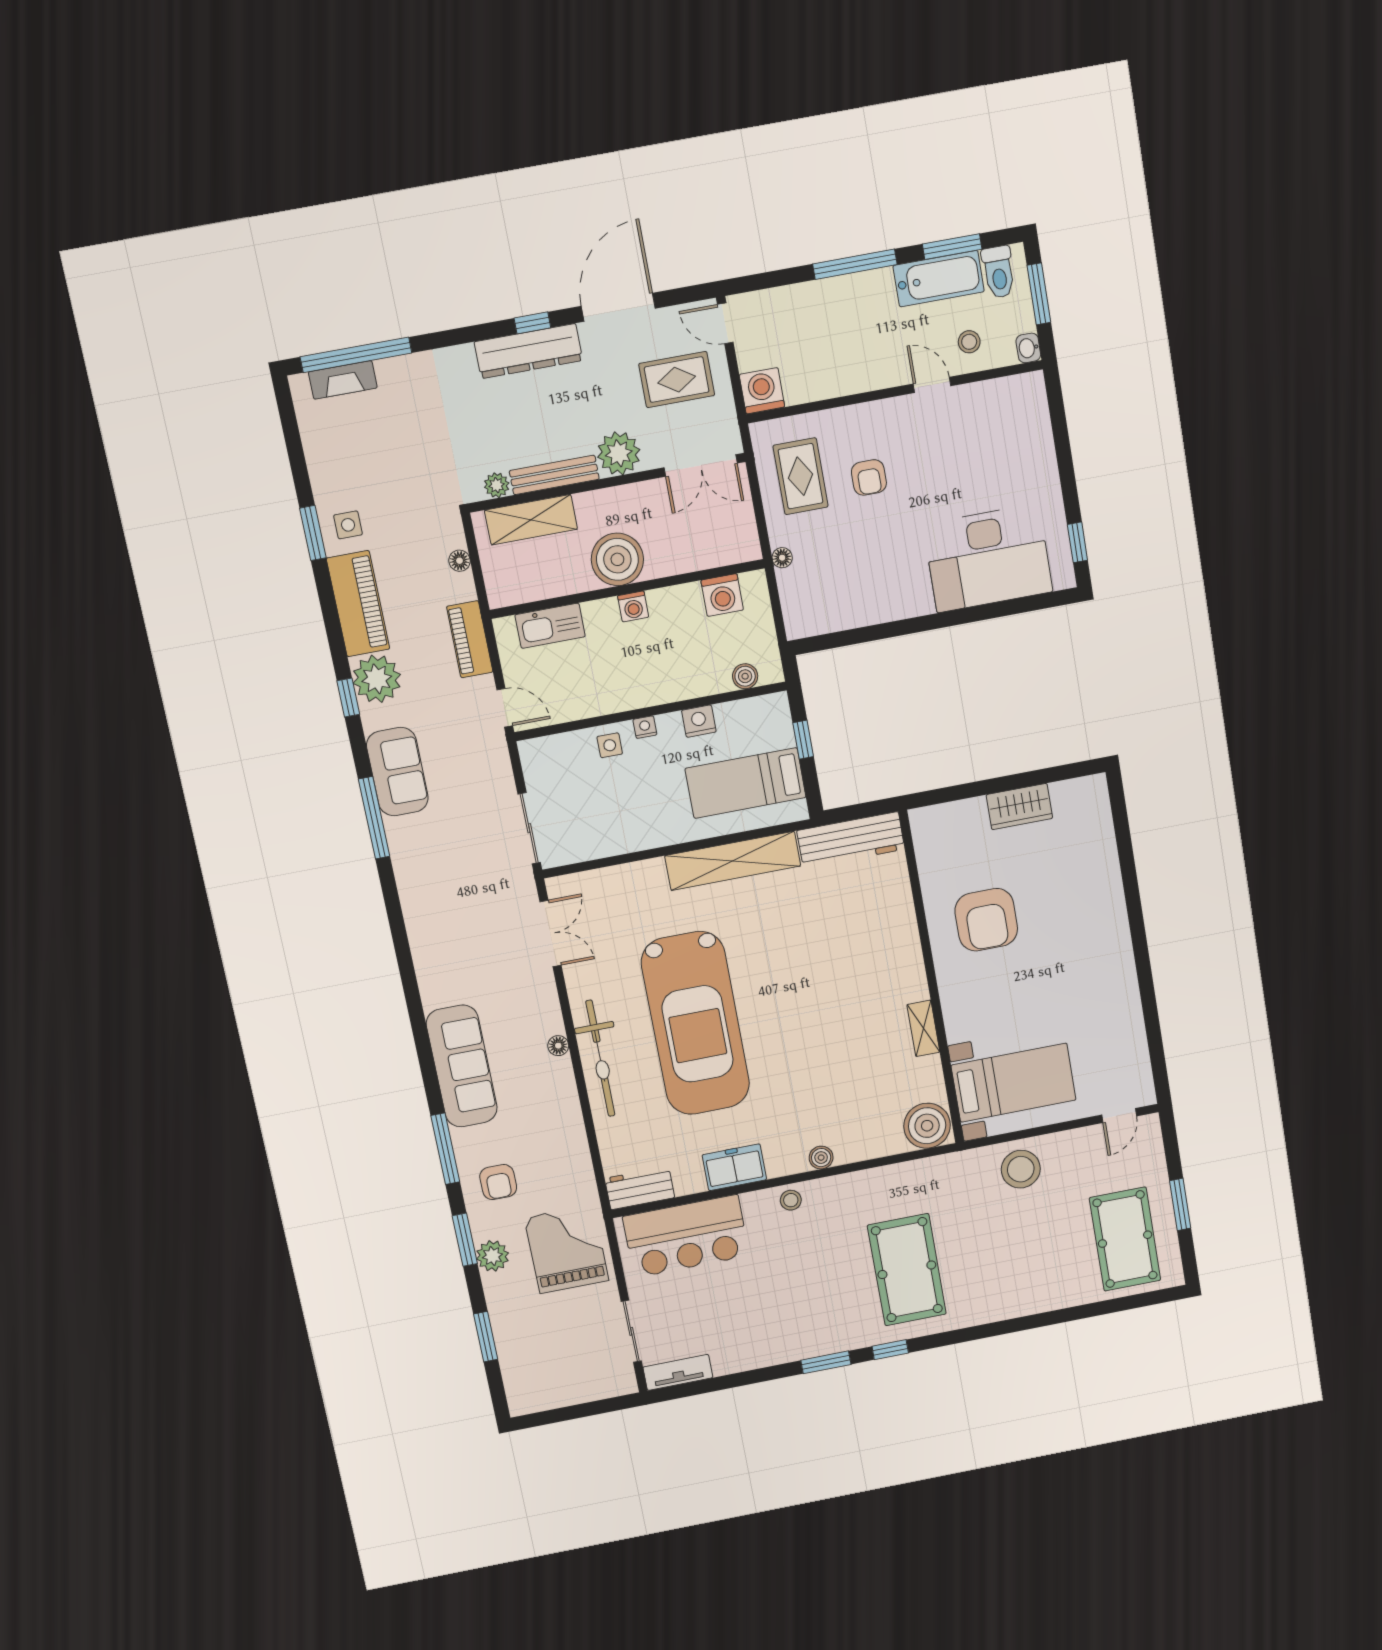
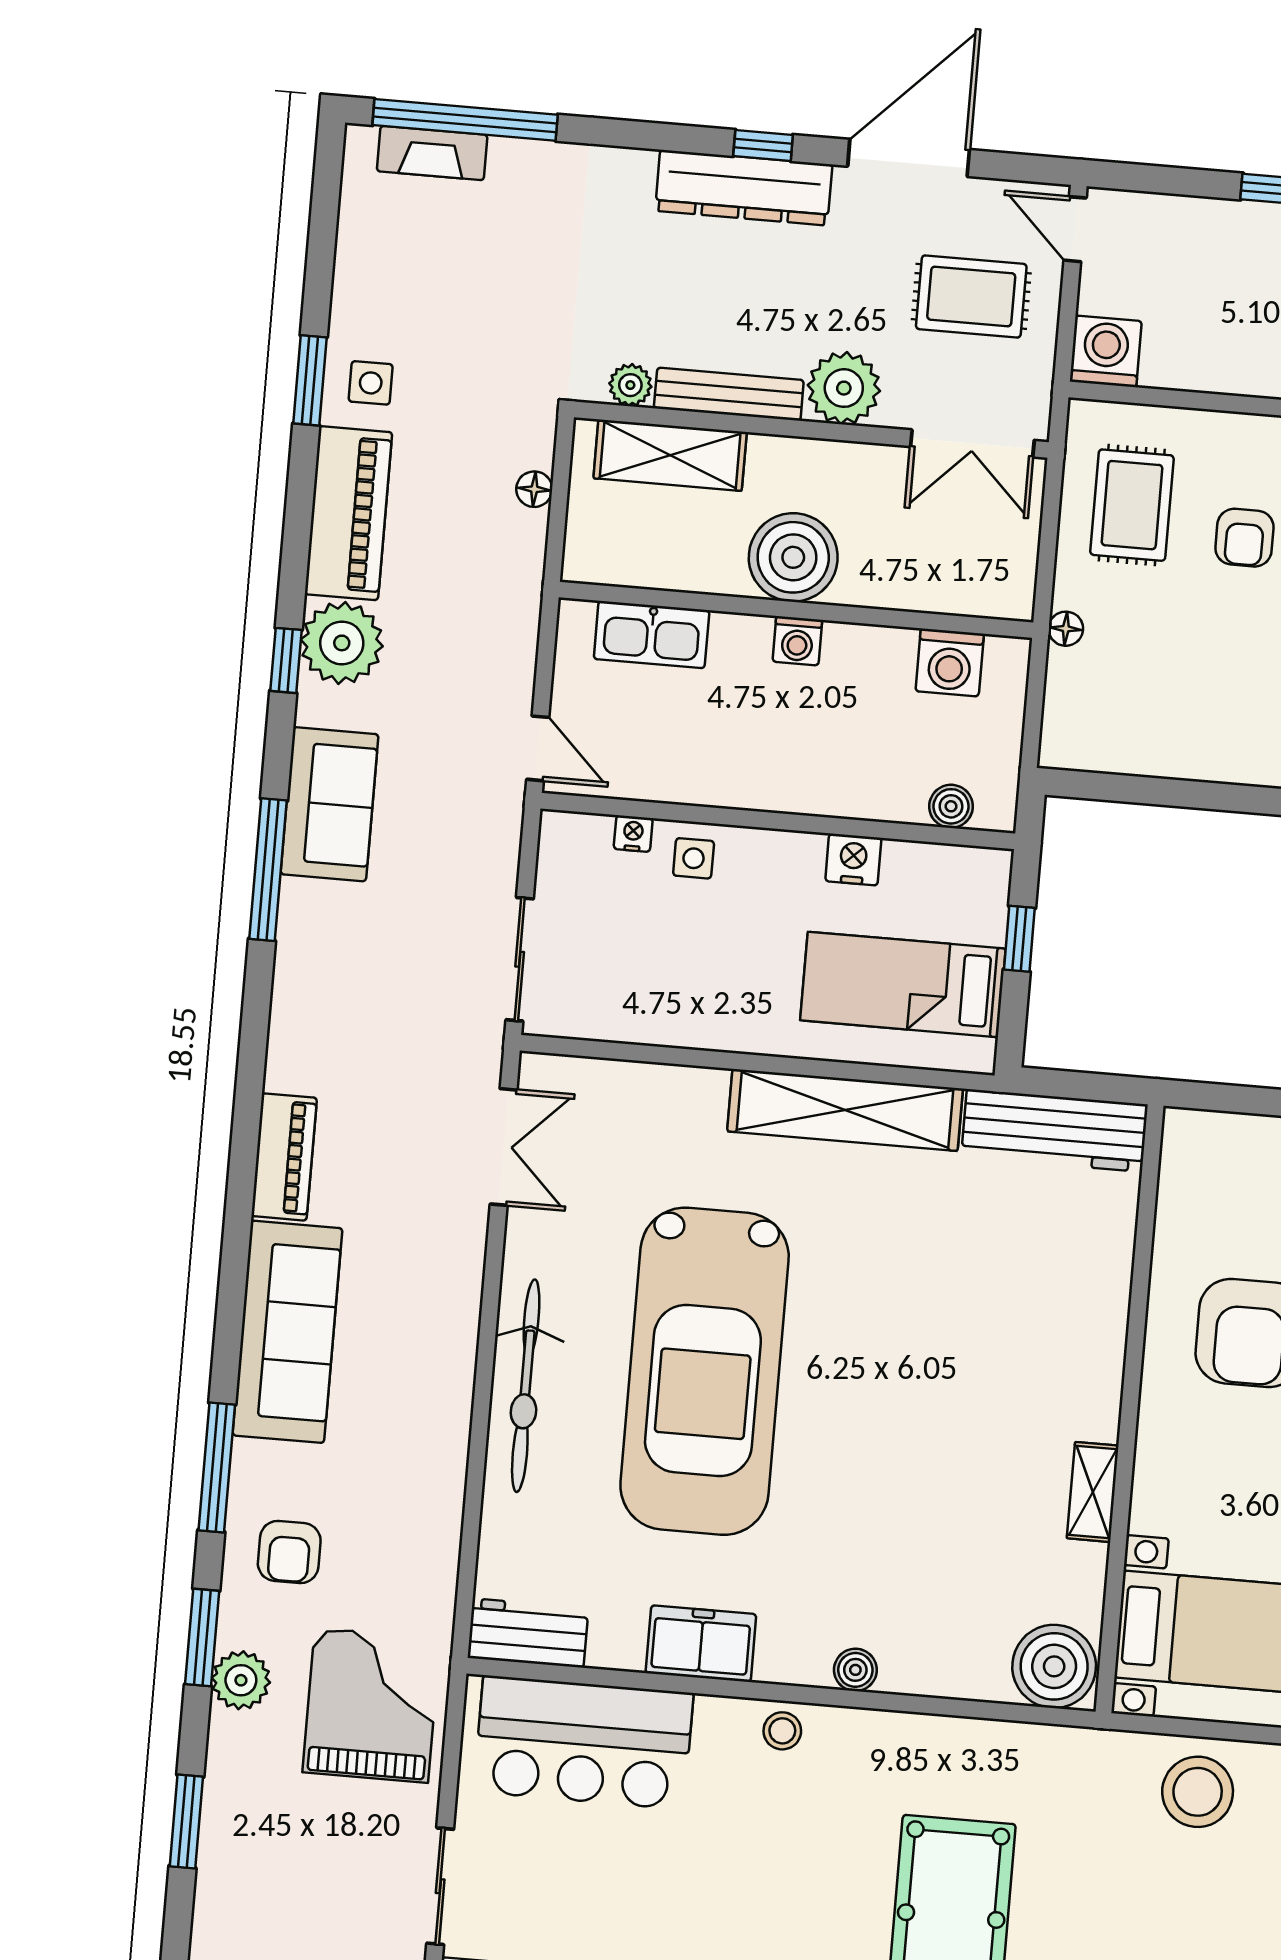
piano: (470, 639) -> (284, 1157), moved, turned 180
nightstand: (645, 727) -> (633, 834), moved
floor lamp: (558, 1046) -> (461, 1343), removed

